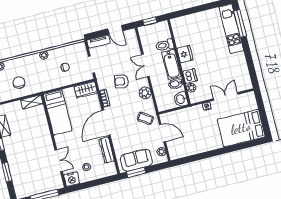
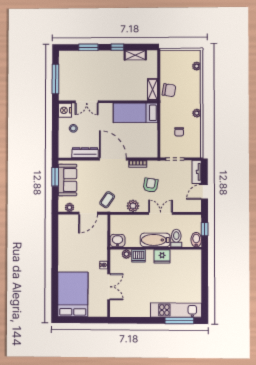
chair: (19, 83) -> (169, 90), moved
bidet: (176, 84) -> (196, 240), moved
wardrobe: (86, 90) -> (151, 147), removed

